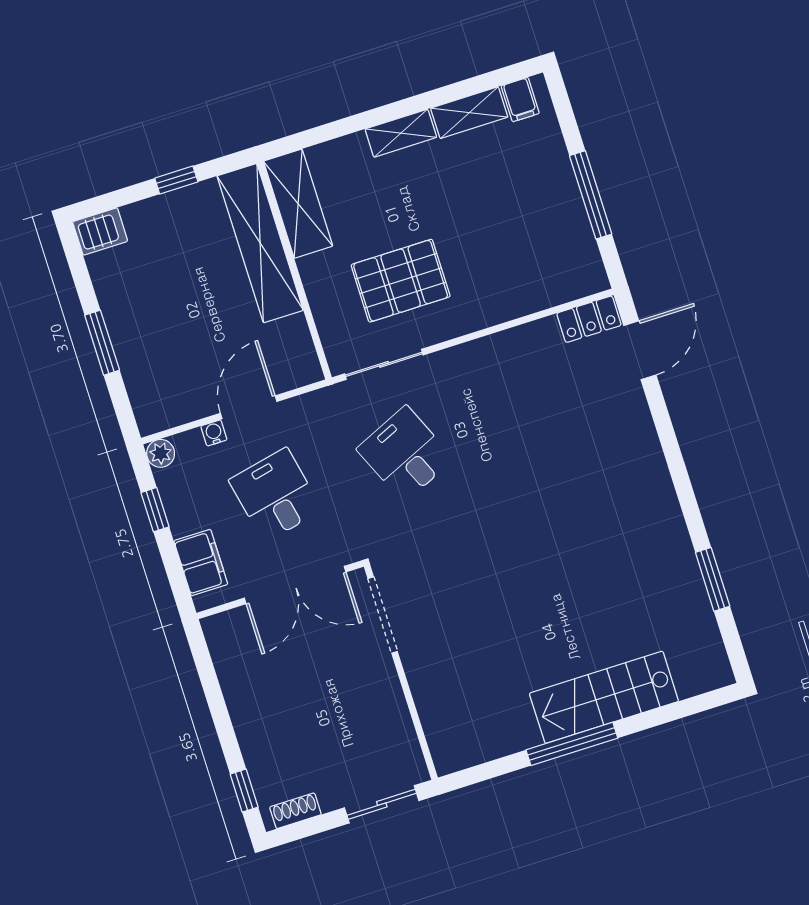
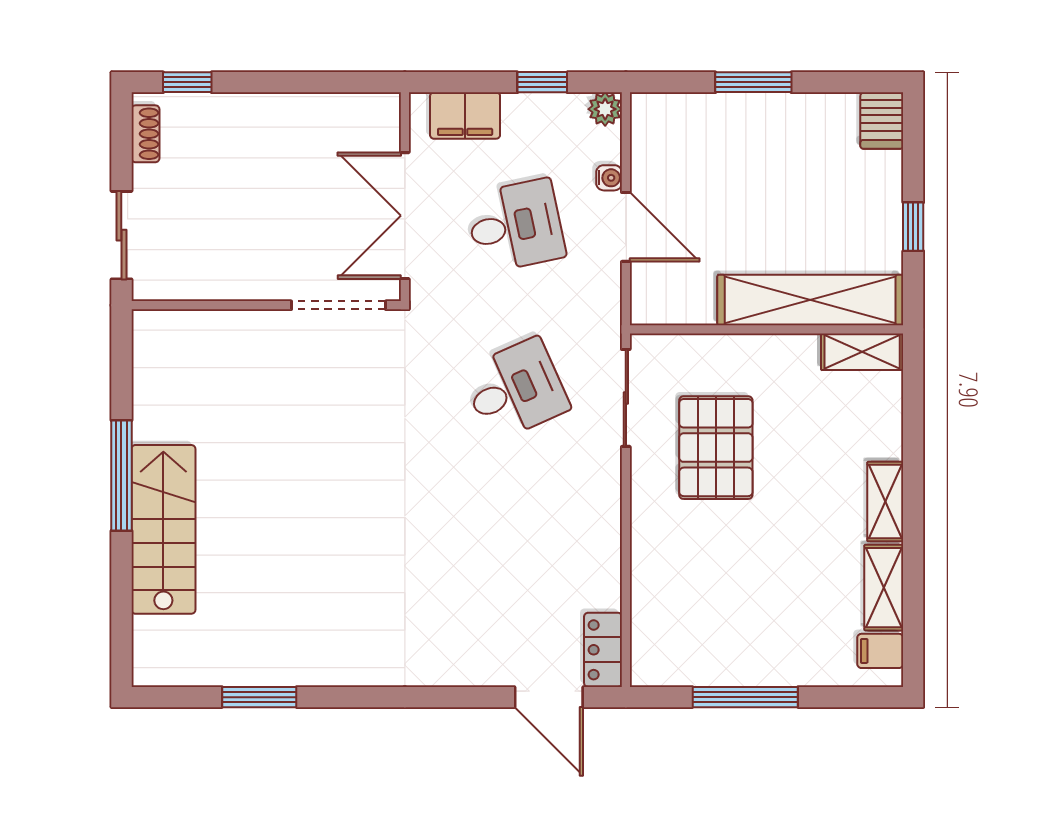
shelving: (298, 204) -> (862, 352), width x0.67, depth x0.75

